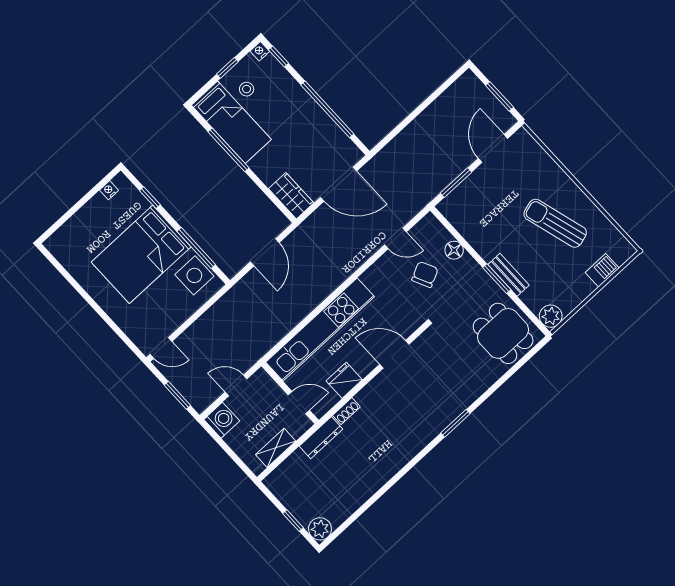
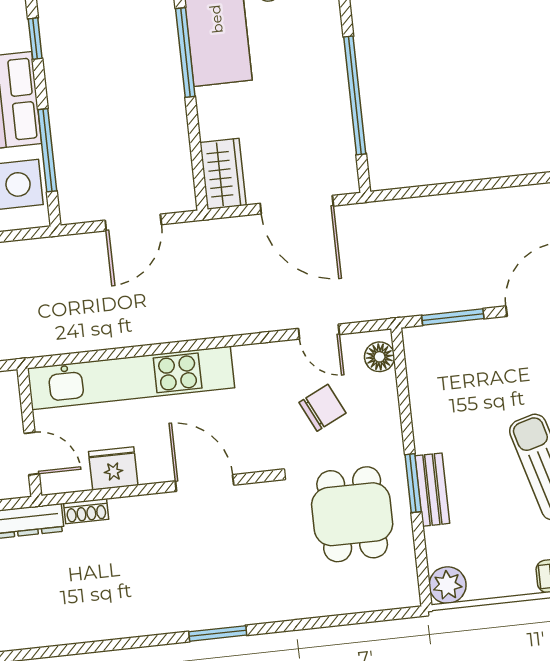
floor lamp: (454, 250) -> (380, 357), moved
dining table: (503, 333) -> (352, 514), moved

